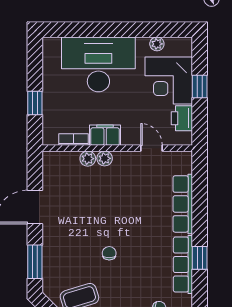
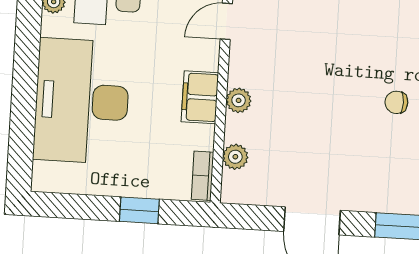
bookcase: (73, 140) -> (202, 176), moved
plant: (88, 159) -> (235, 157), moved

